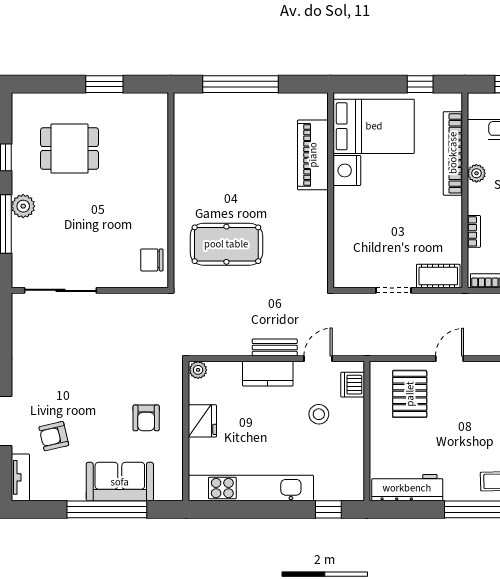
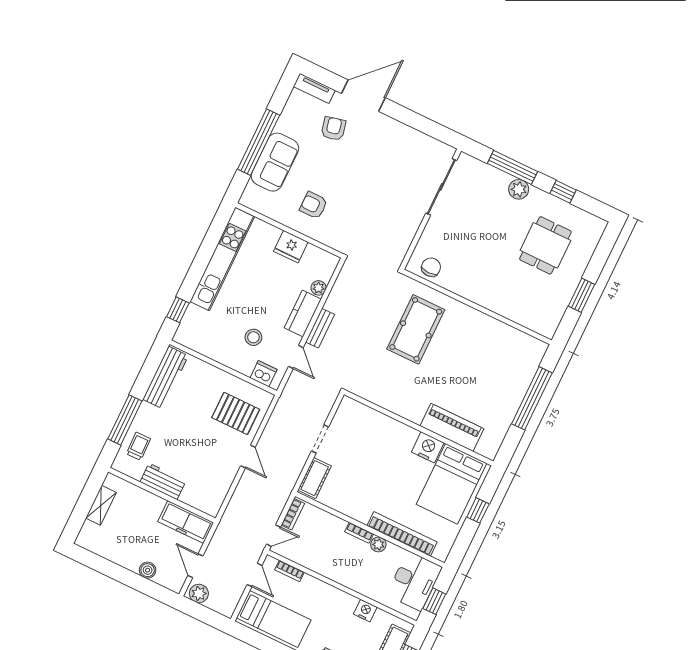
window: (420, 84) -> (478, 510), moved
bookcase: (474, 231) -> (359, 533), moved
plant: (198, 370) -> (319, 288), moved

